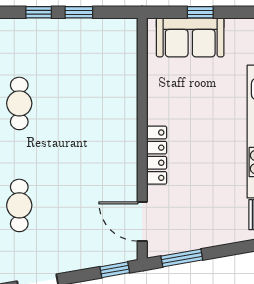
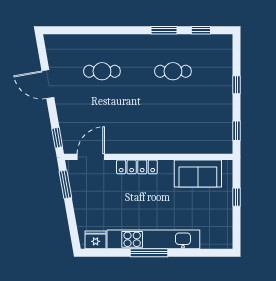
window: (79, 12) -> (236, 131), moved
sofa: (190, 37) -> (198, 173), moved, turned -90

